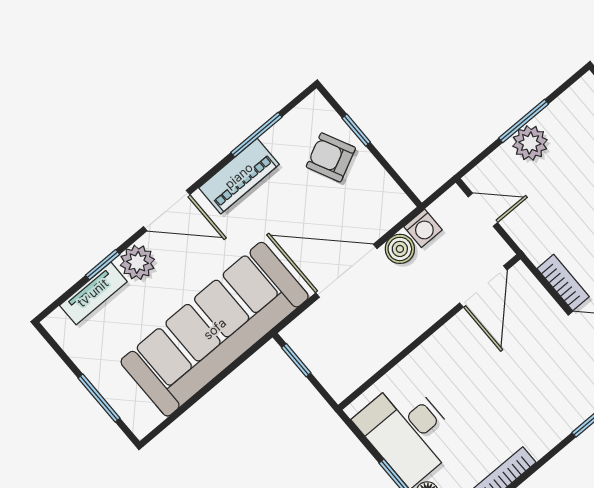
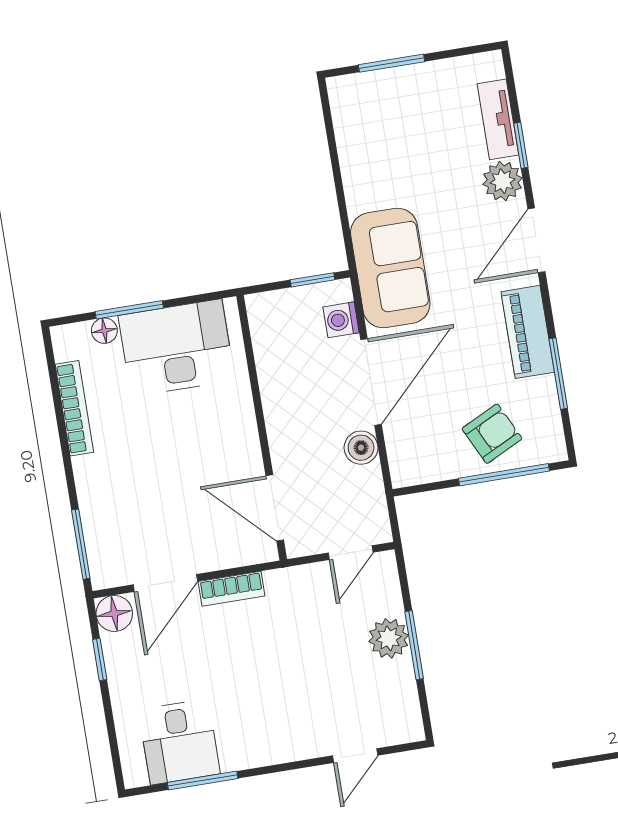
window: (356, 130) -> (504, 475), width x2.17
washing machine: (423, 228) -> (341, 320), moved
sofa: (215, 329) -> (390, 268), width x0.54, depth x0.79

